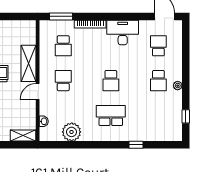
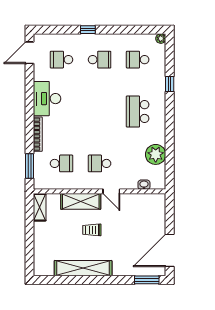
school desk: (111, 81) -> (138, 60), moved, turned 180
plant: (178, 86) -> (161, 39), moved
window: (186, 116) -> (88, 30), moved
shelving: (23, 136) -> (40, 207), moved

